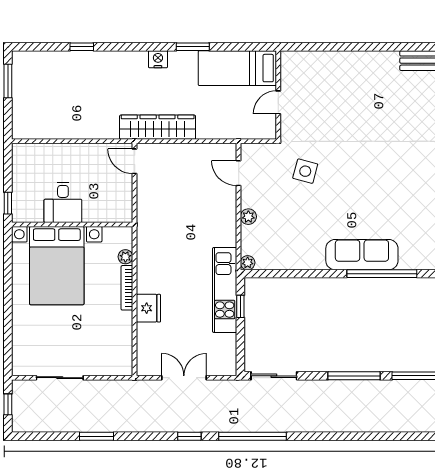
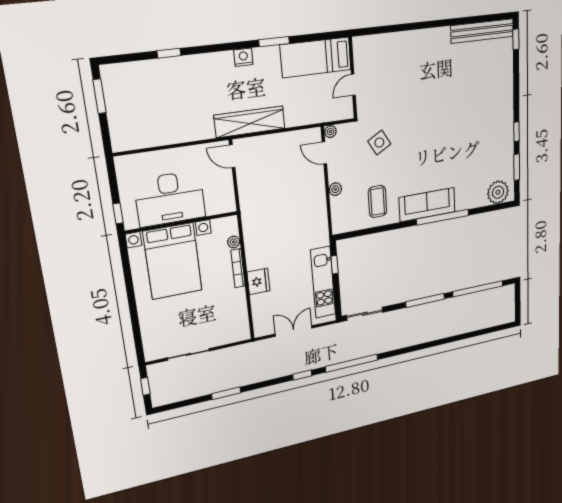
side table: (305, 171) -> (379, 143), turned 45
desk: (63, 202) -> (170, 199), width x1.87, depth x1.30
coffee table: (299, 240) -> (377, 202), added
plant: (248, 263) -> (330, 132), moved
kitchen unit: (225, 290) -> (323, 282), moved

